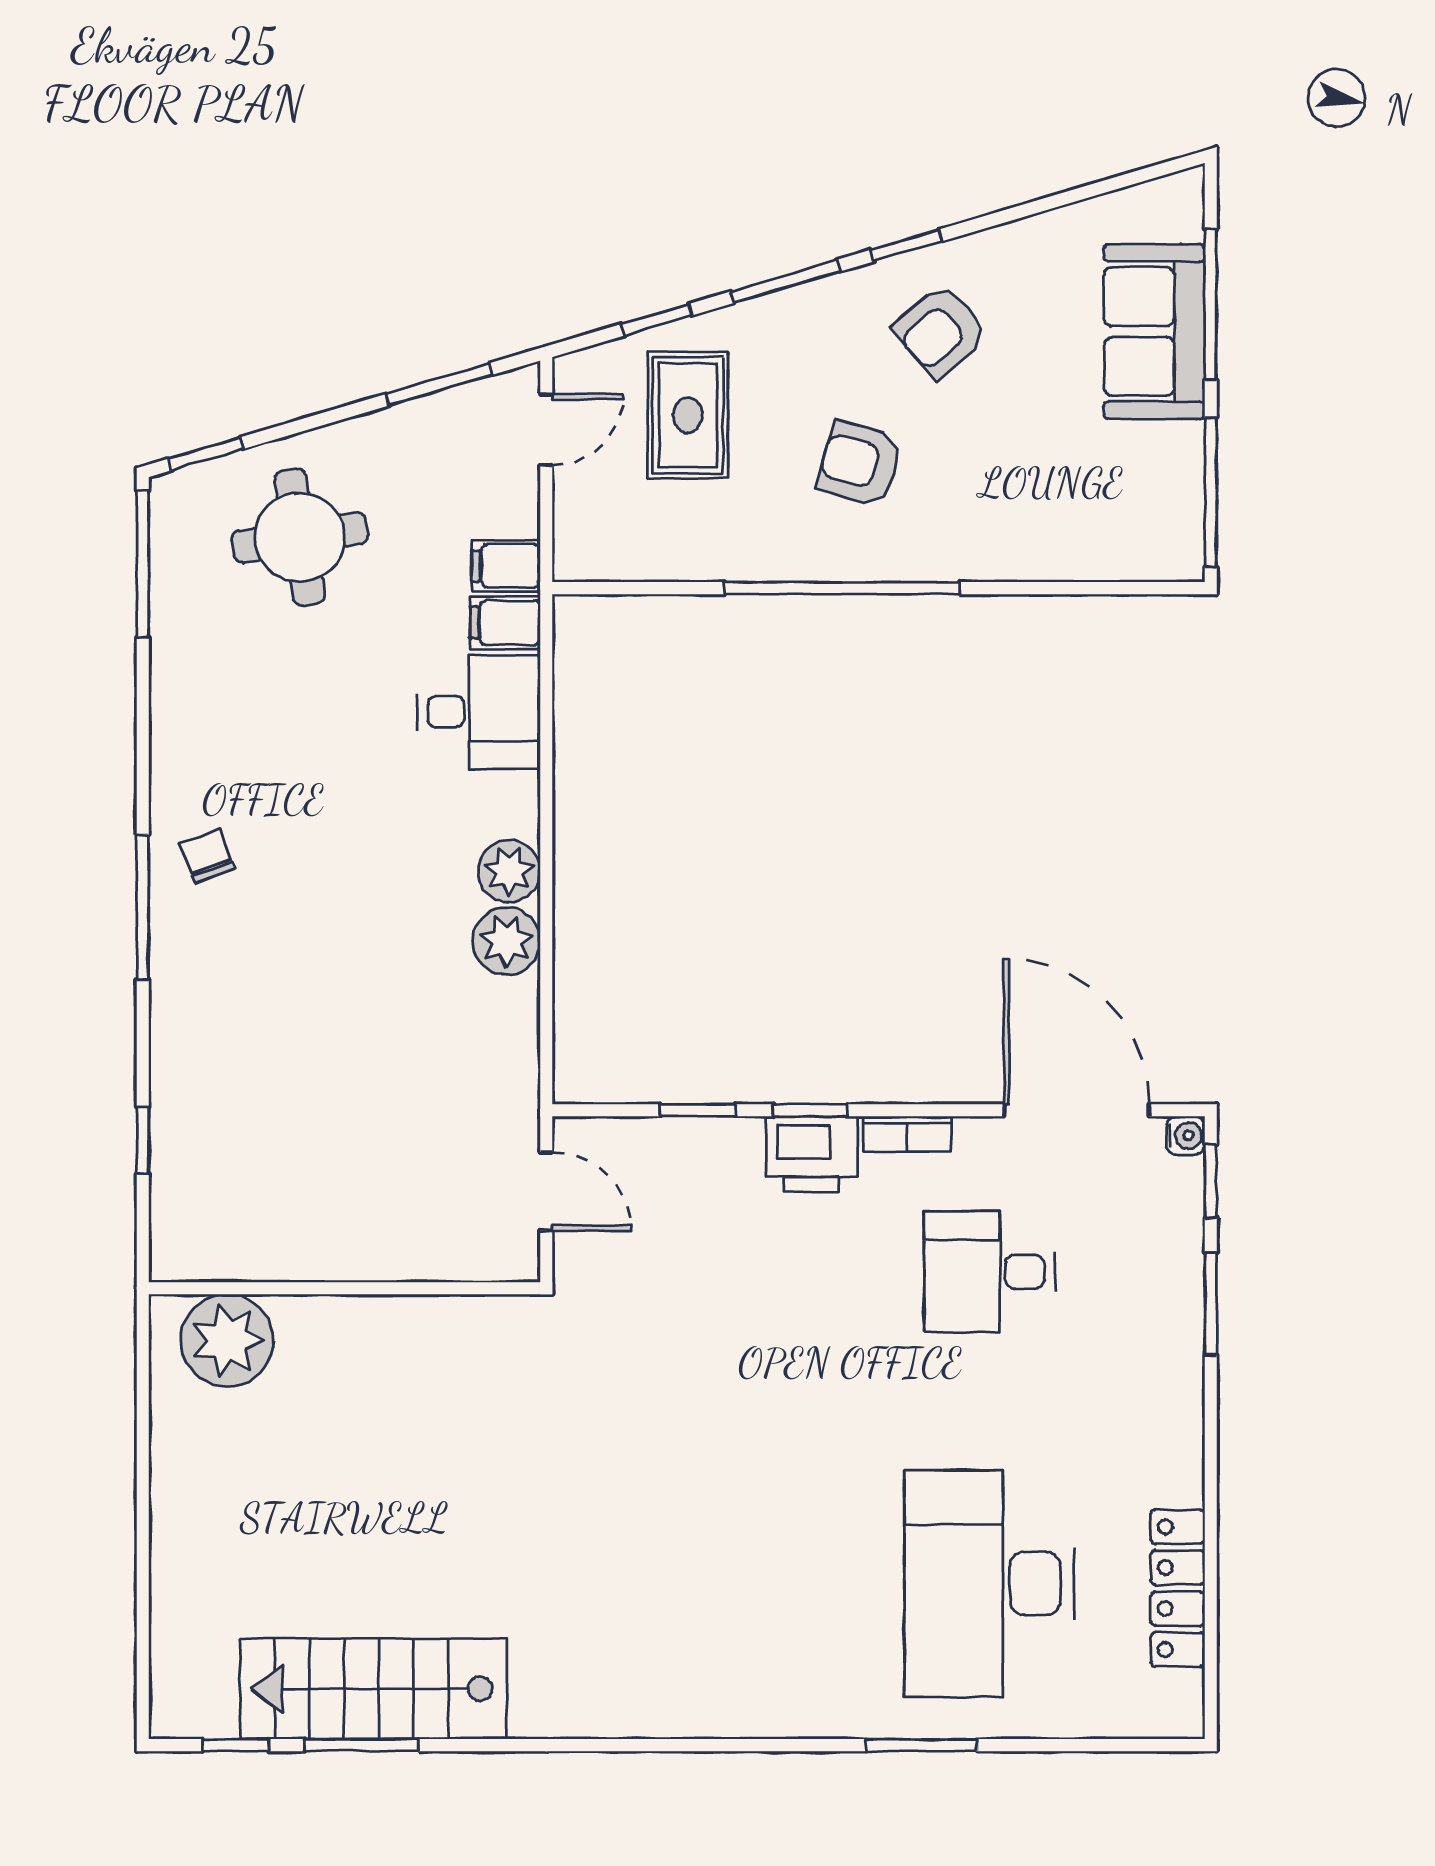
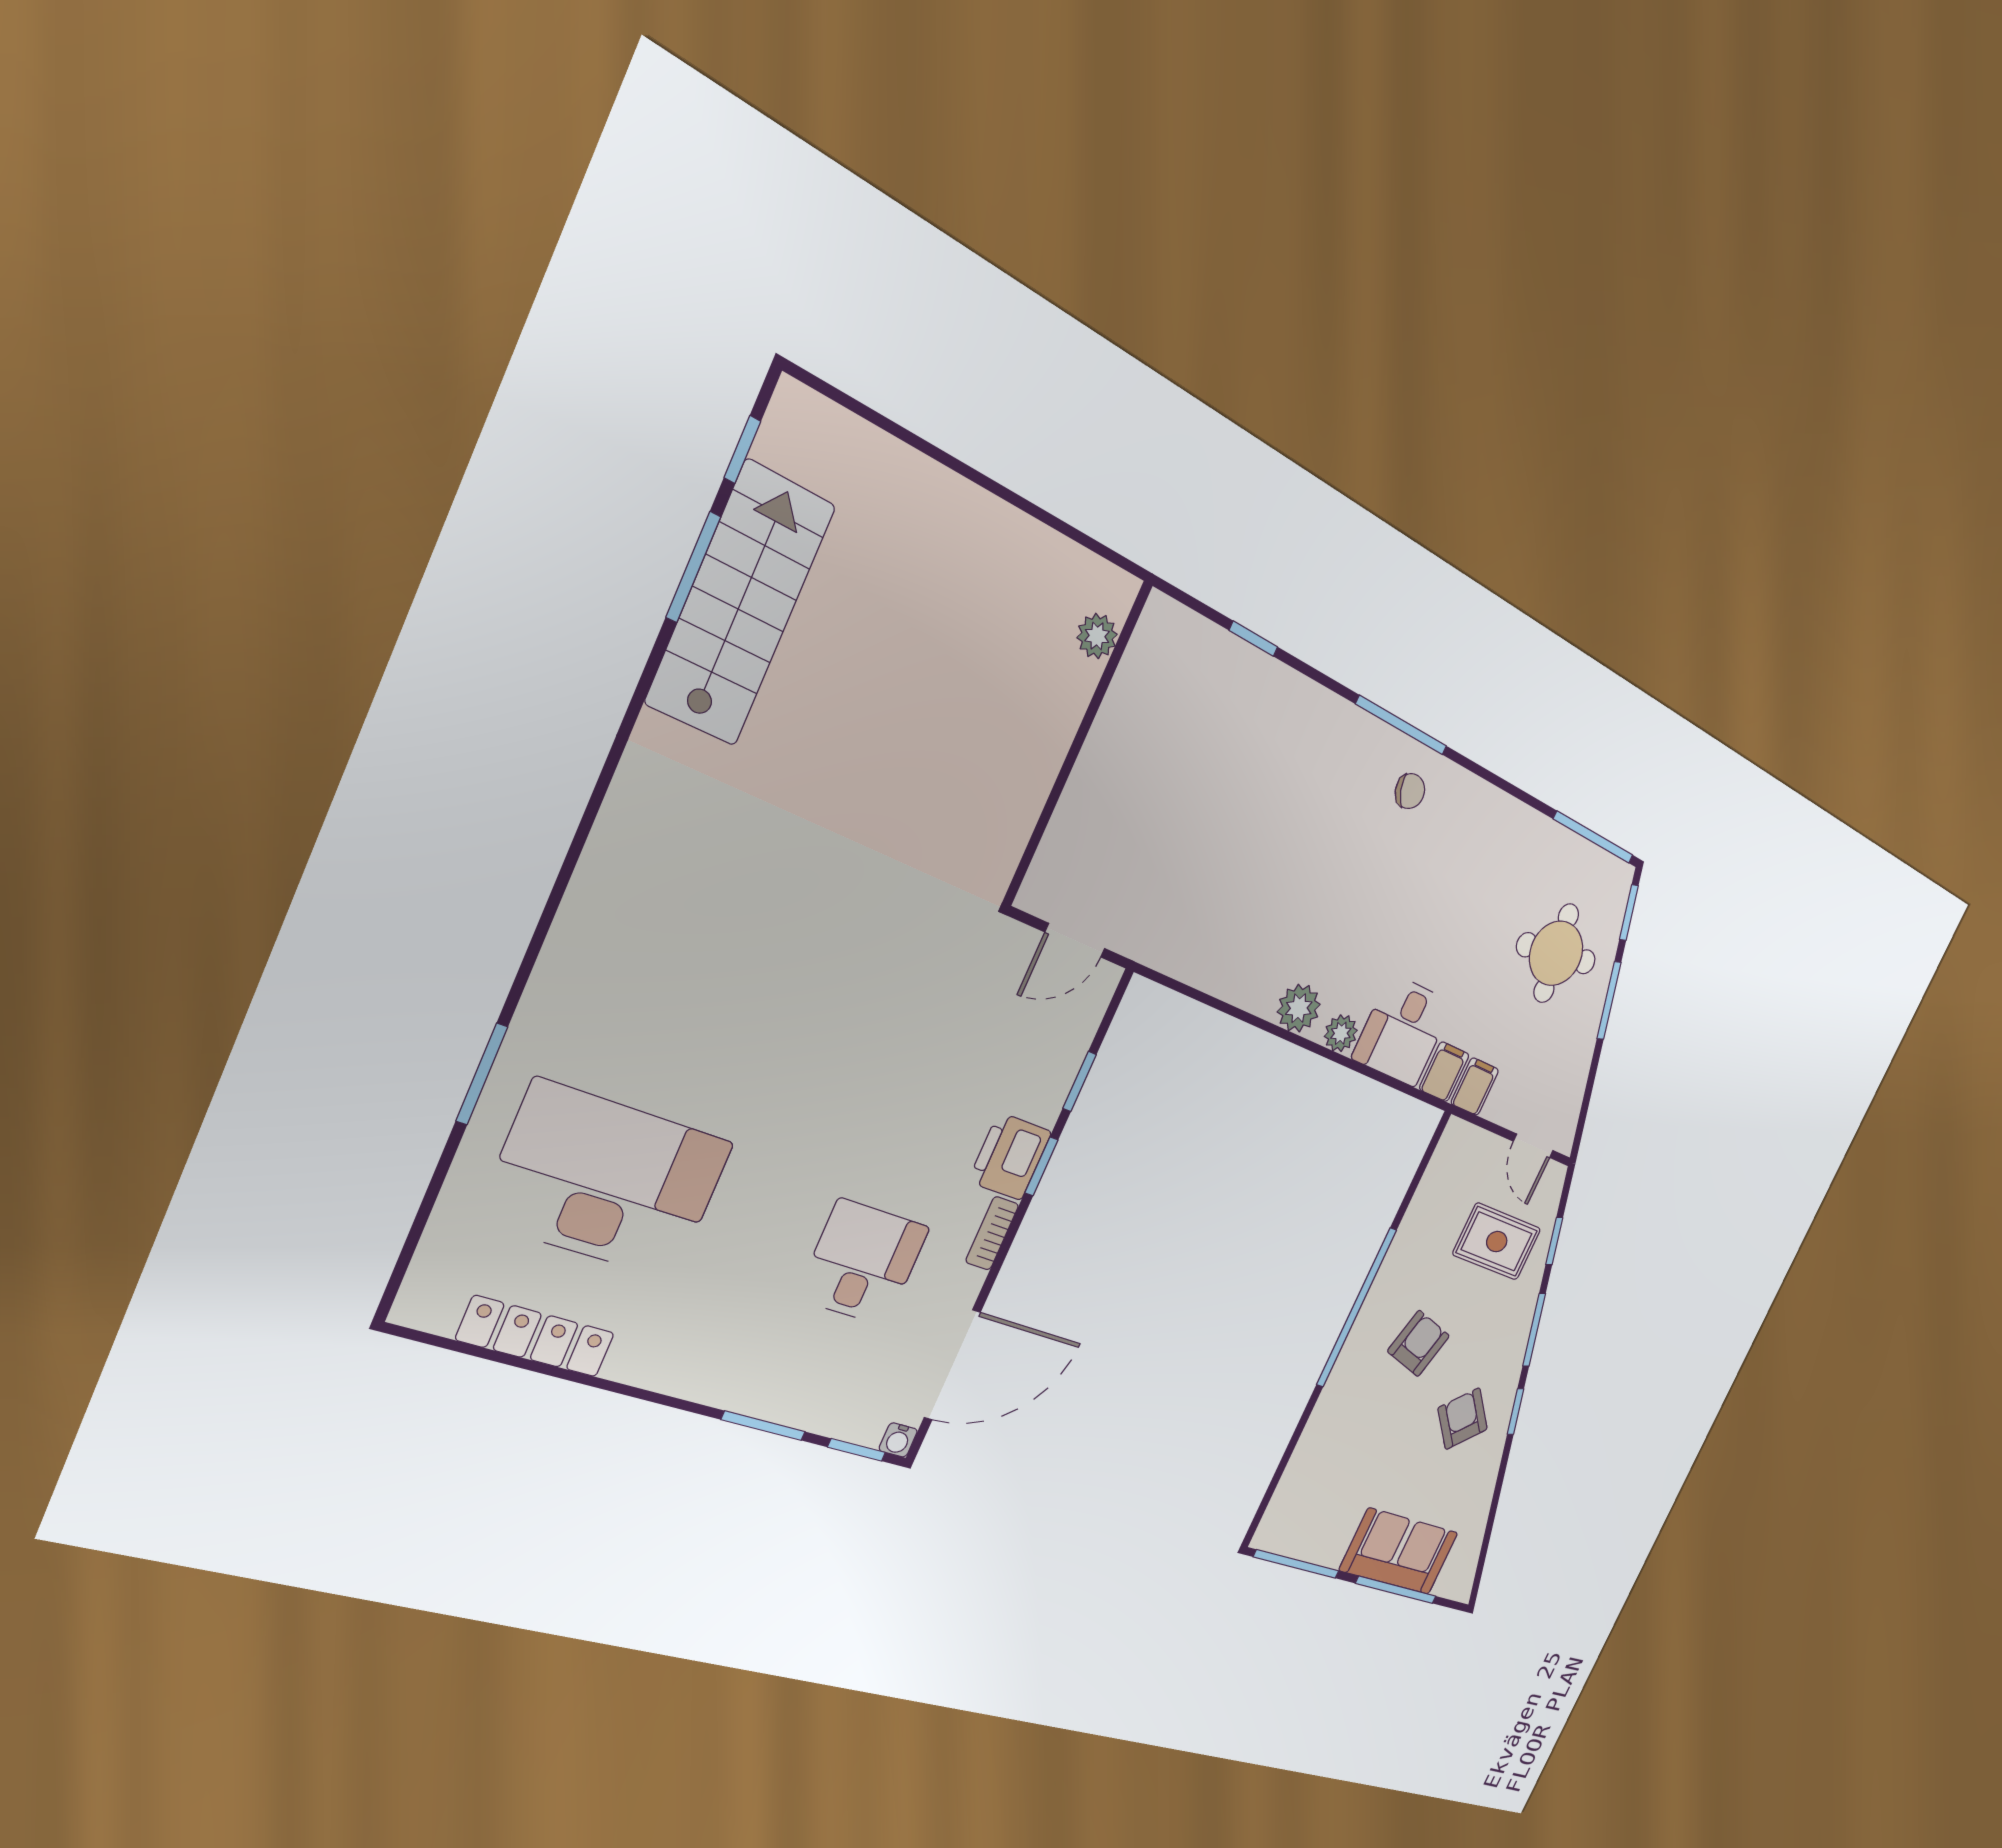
window: (439, 384) -> (1609, 1001), moved
plant: (507, 941) -> (1341, 1033), moved, width x0.73, depth x0.73
plant: (227, 1341) -> (1097, 636), width x0.53, depth x0.53

